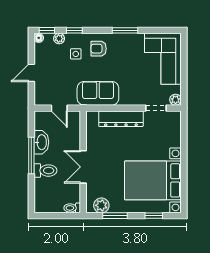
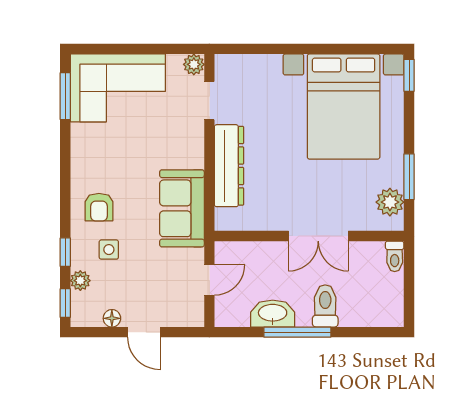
window: (125, 30) -> (65, 96), moved
floor lamp: (39, 38) -> (112, 318), moved
window: (154, 216) -> (409, 75), moved

